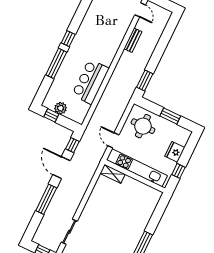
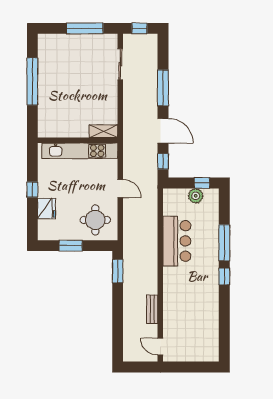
kitchen unit: (137, 168) -> (80, 151), moved
shelving: (113, 174) -> (103, 131), moved
wall: (135, 176) -> (78, 140), moved

